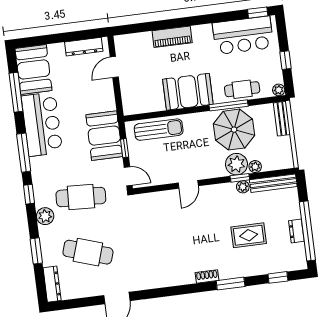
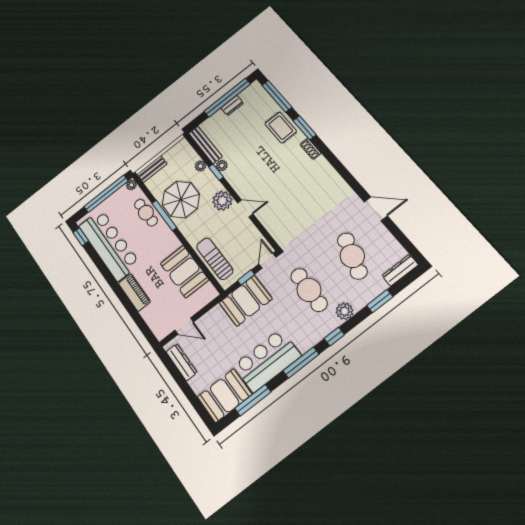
bar counter: (243, 35) -> (109, 245), width x1.36
window: (285, 60) -> (106, 194), width x3.17
booth: (188, 92) -> (184, 272), moved
plant: (236, 164) -> (222, 201), moved
rug: (249, 235) -> (281, 128), moved
window: (278, 277) -> (277, 96), width x2.17

